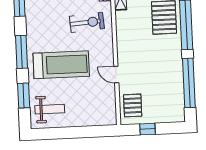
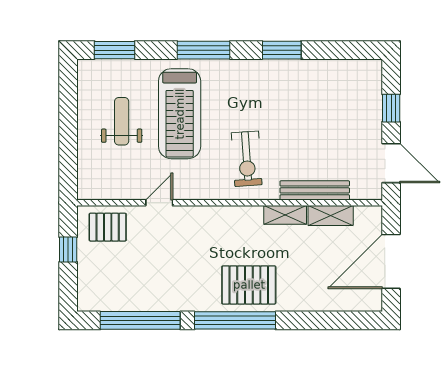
window: (24, 96) -> (115, 50), moved
weight bench: (50, 109) -> (122, 121), moved, turned 180

